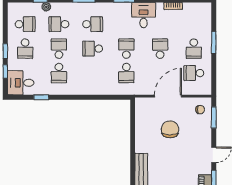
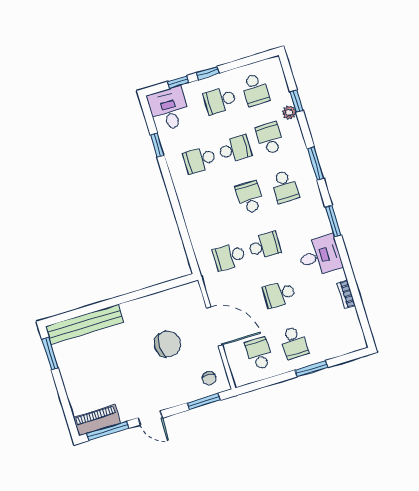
school desk: (160, 49) -> (279, 294), turned 180
school desk: (194, 49) -> (294, 343), turned -90

